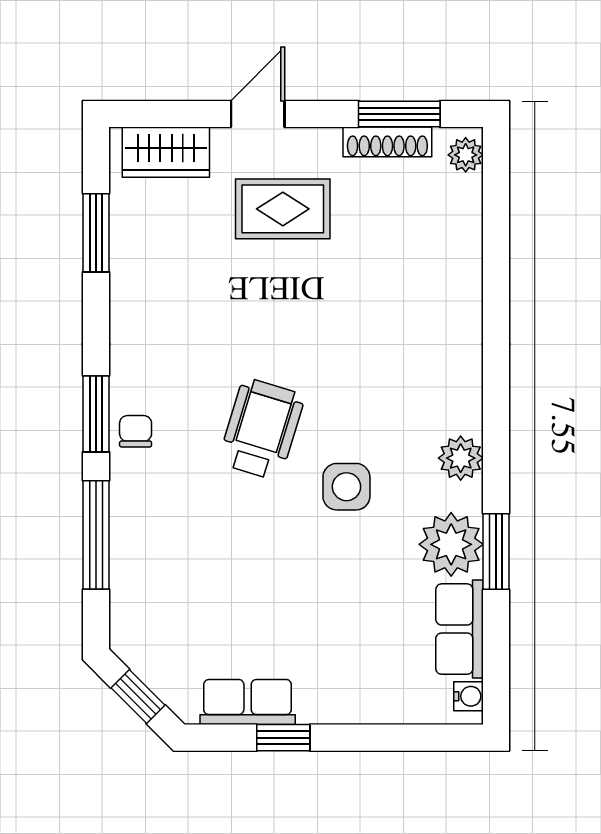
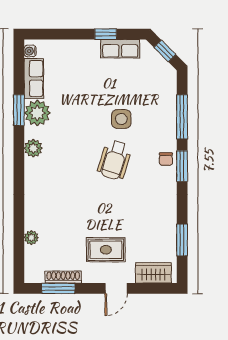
plant: (466, 155) -> (31, 238), moved
side table: (346, 487) -> (121, 119), moved

